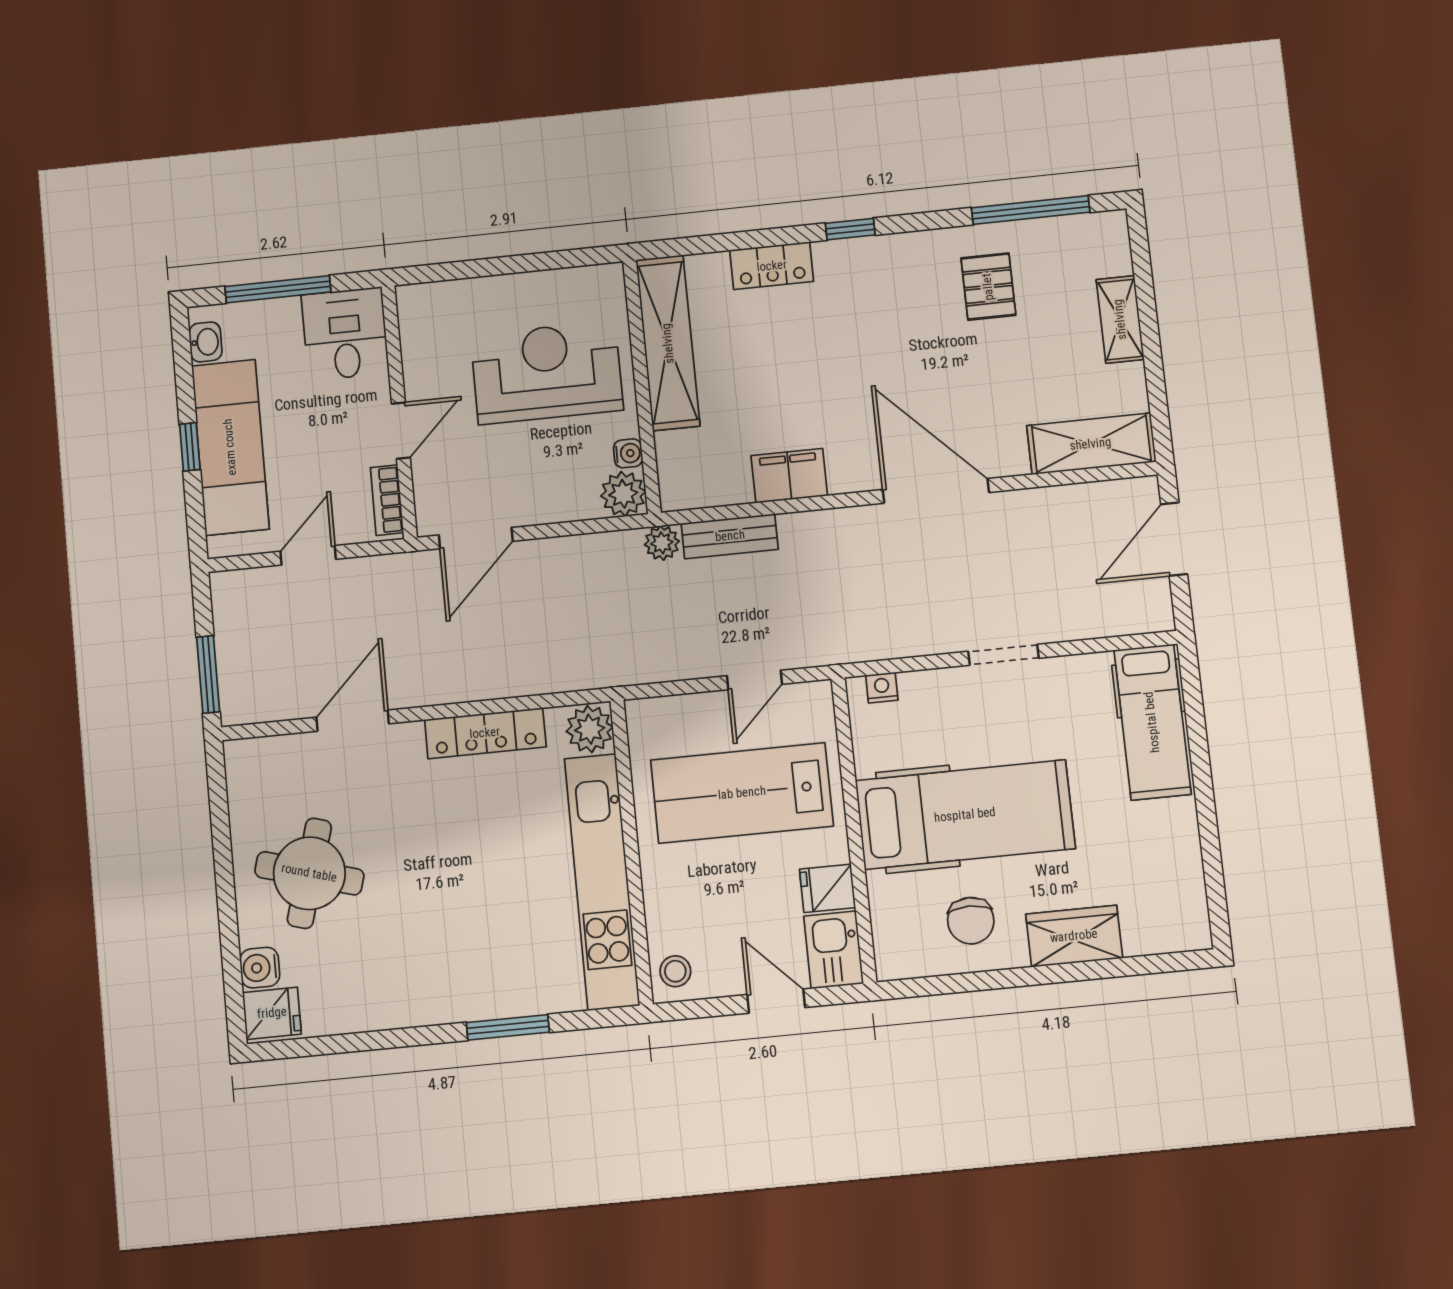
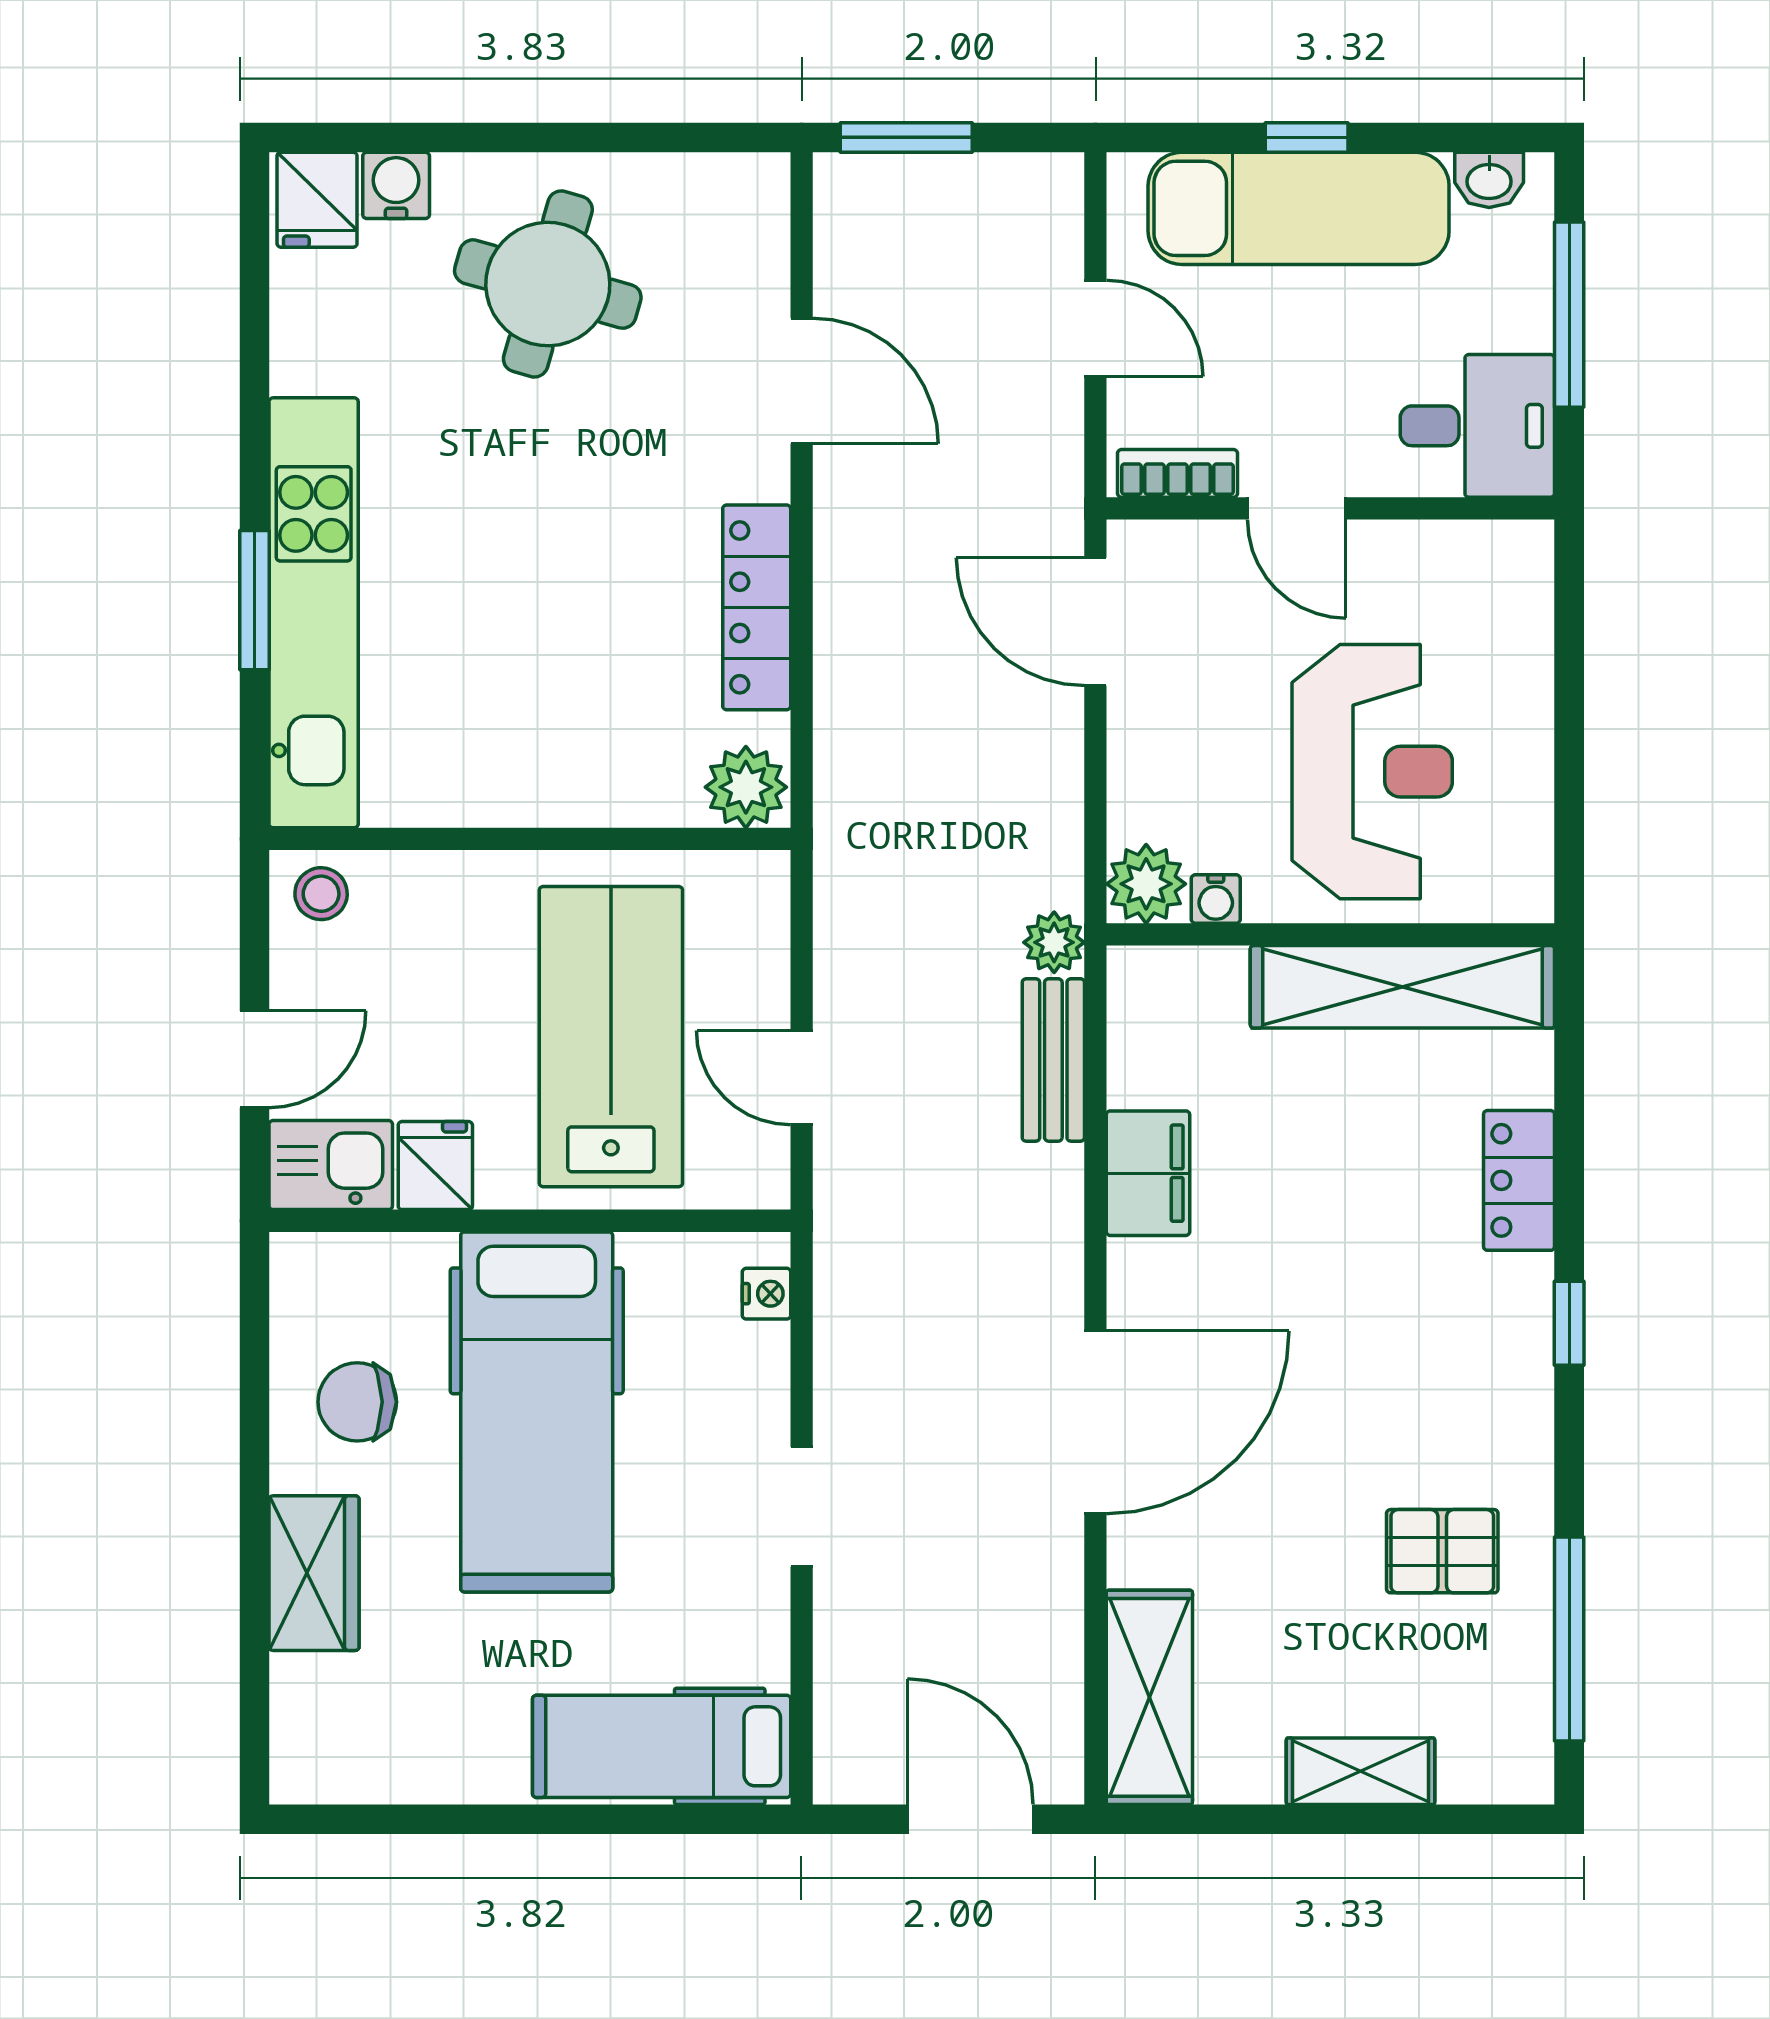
kitchen unit: (602, 882) -> (314, 613), moved, turned 90

